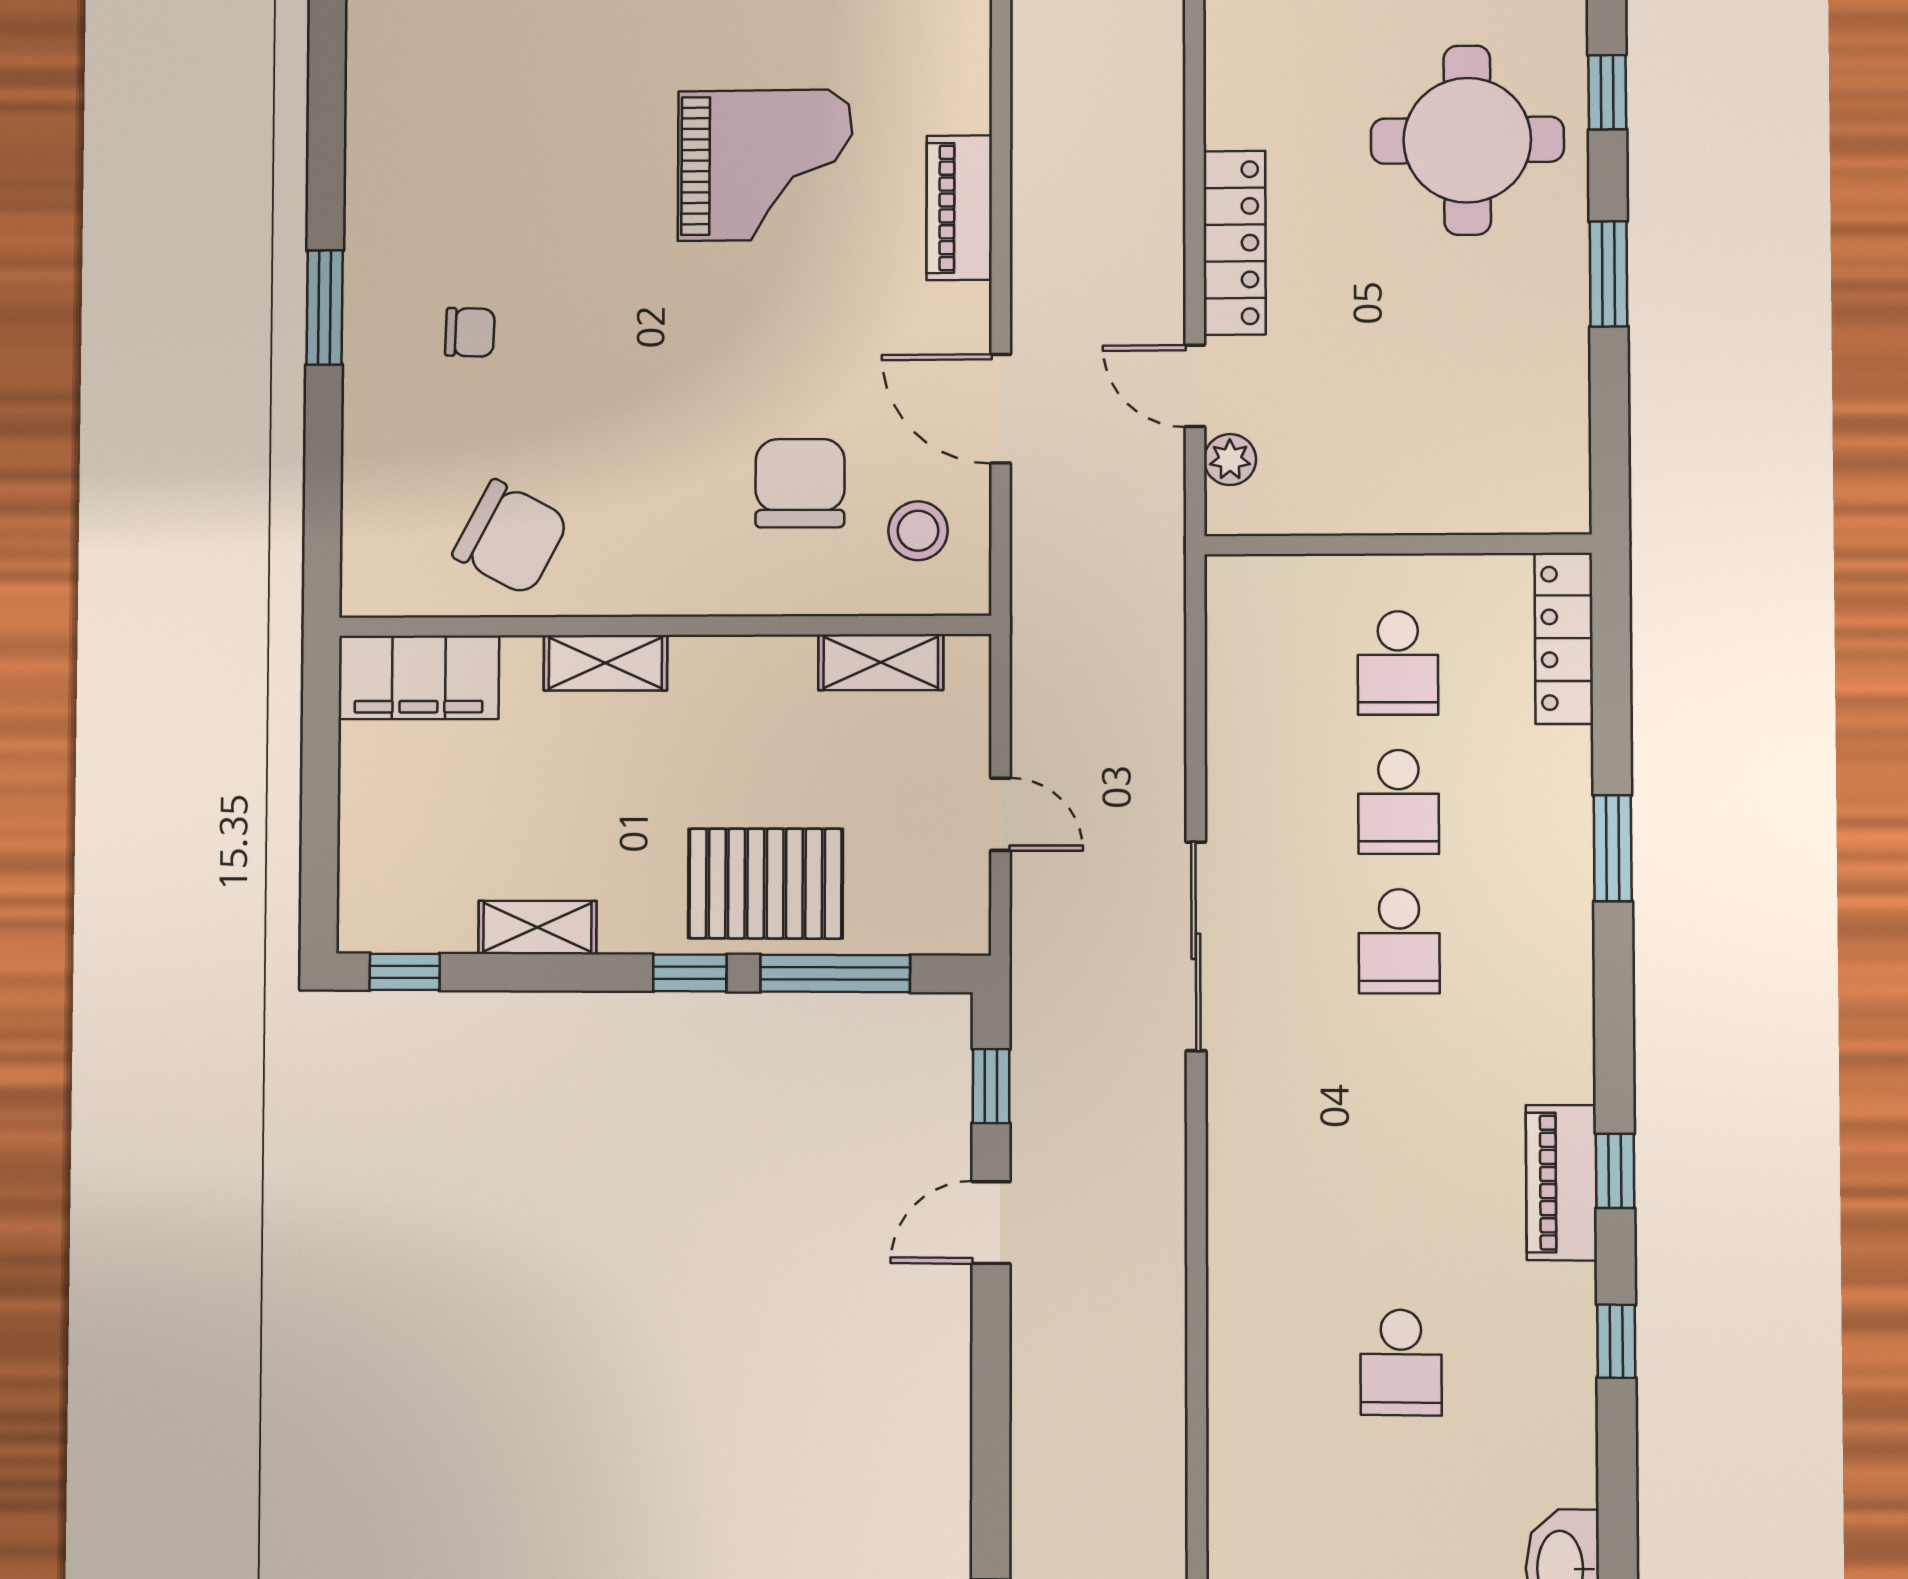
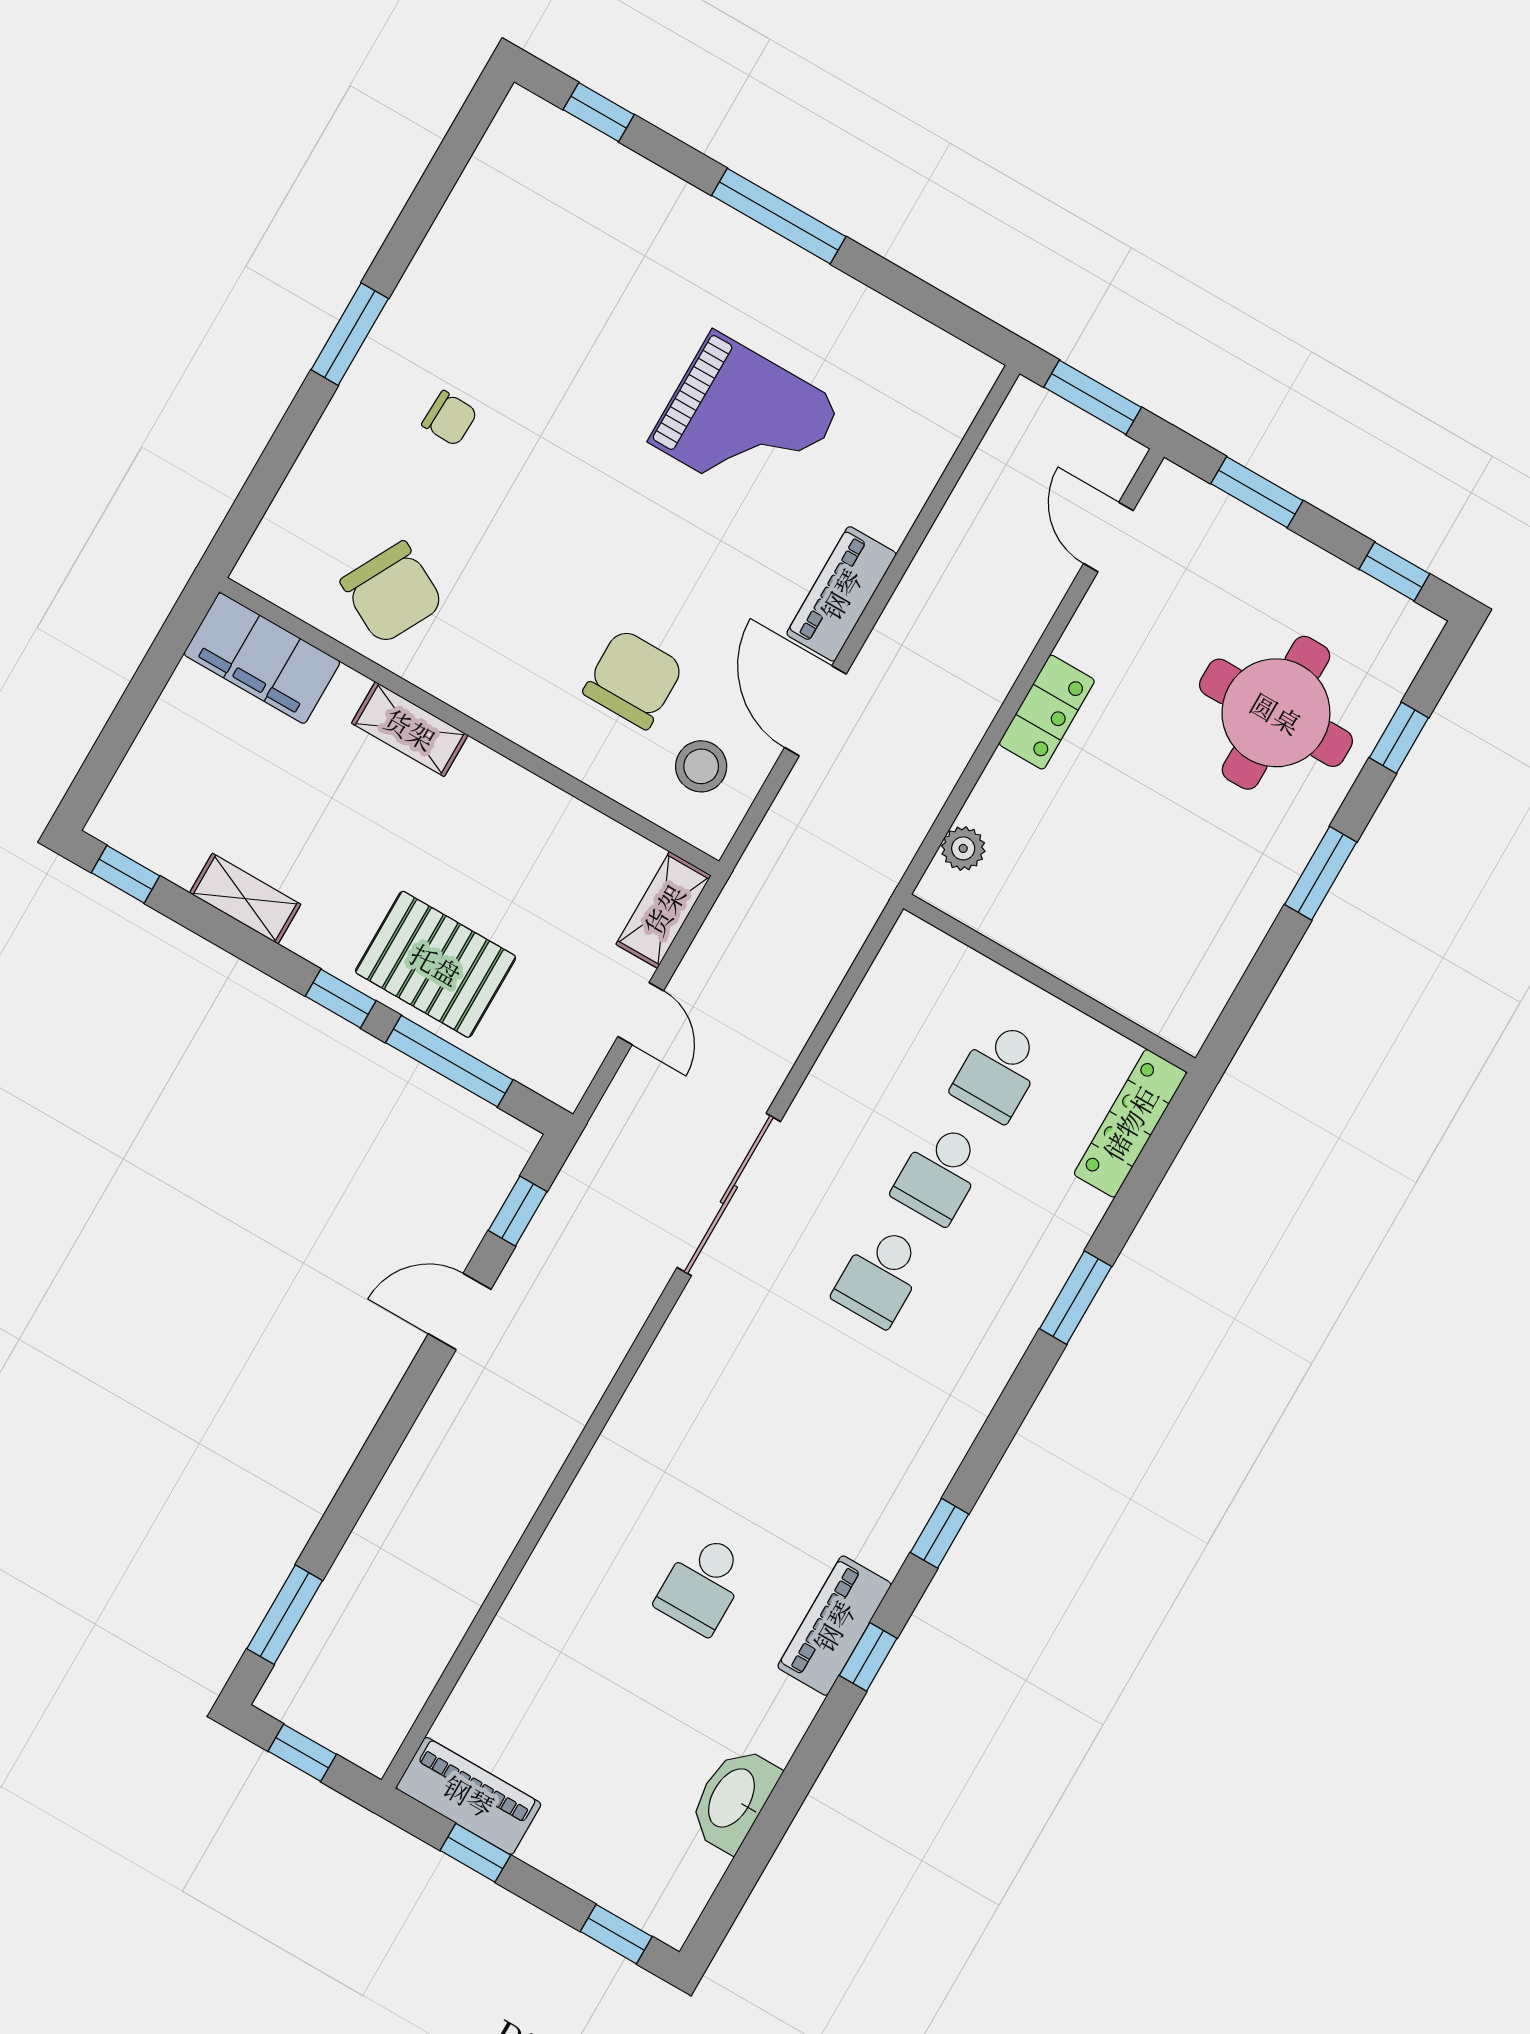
piano: (959, 208) -> (841, 594), moved
locker: (1235, 243) -> (1047, 712), width x0.66
door: (1195, 386) -> (1108, 537), moved
shelving: (881, 662) -> (664, 910), moved, turned 90
piano: (1561, 1183) -> (834, 1626), moved

